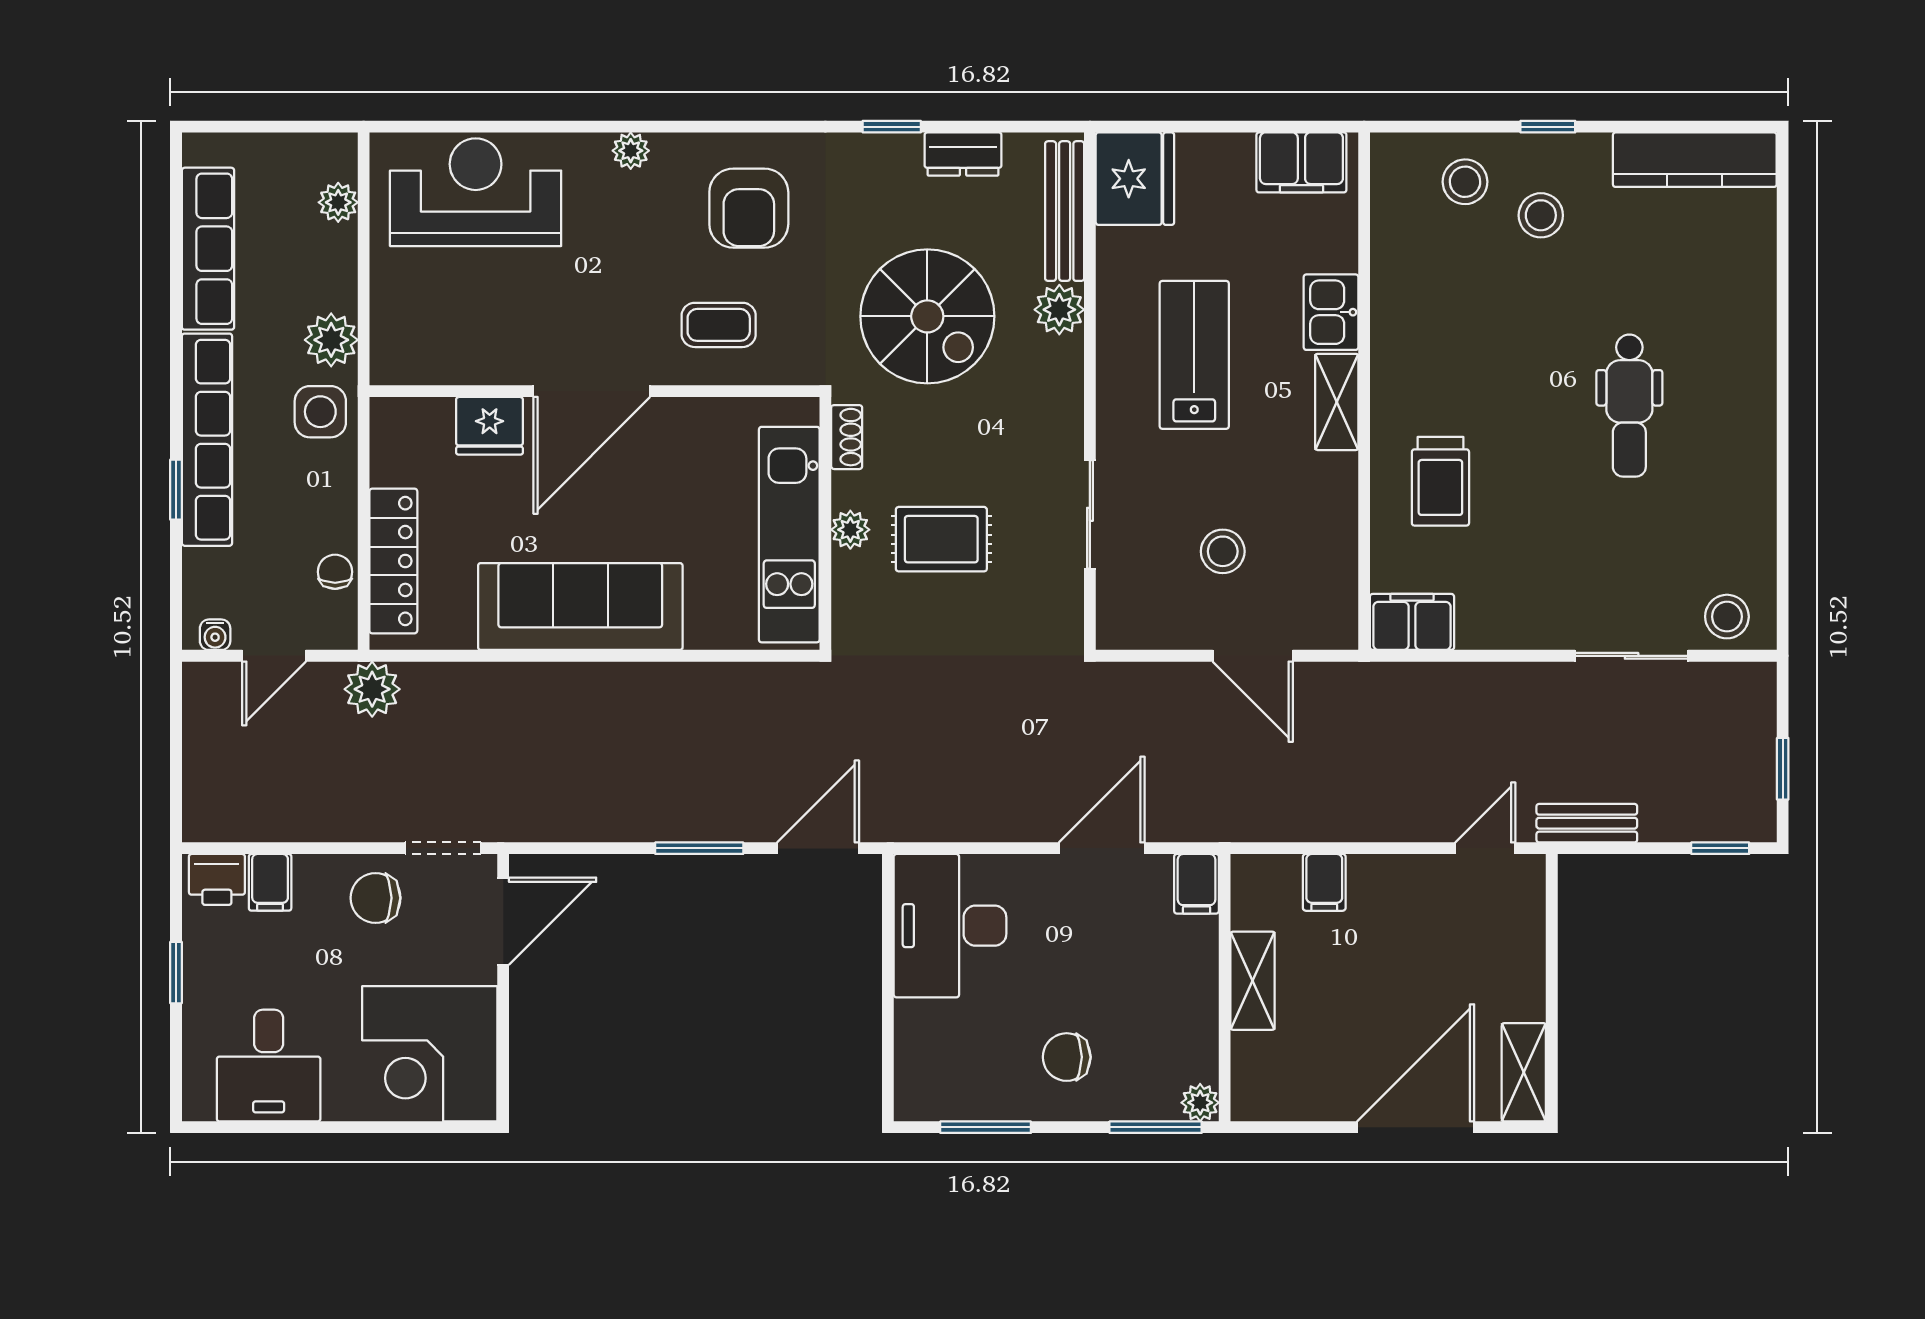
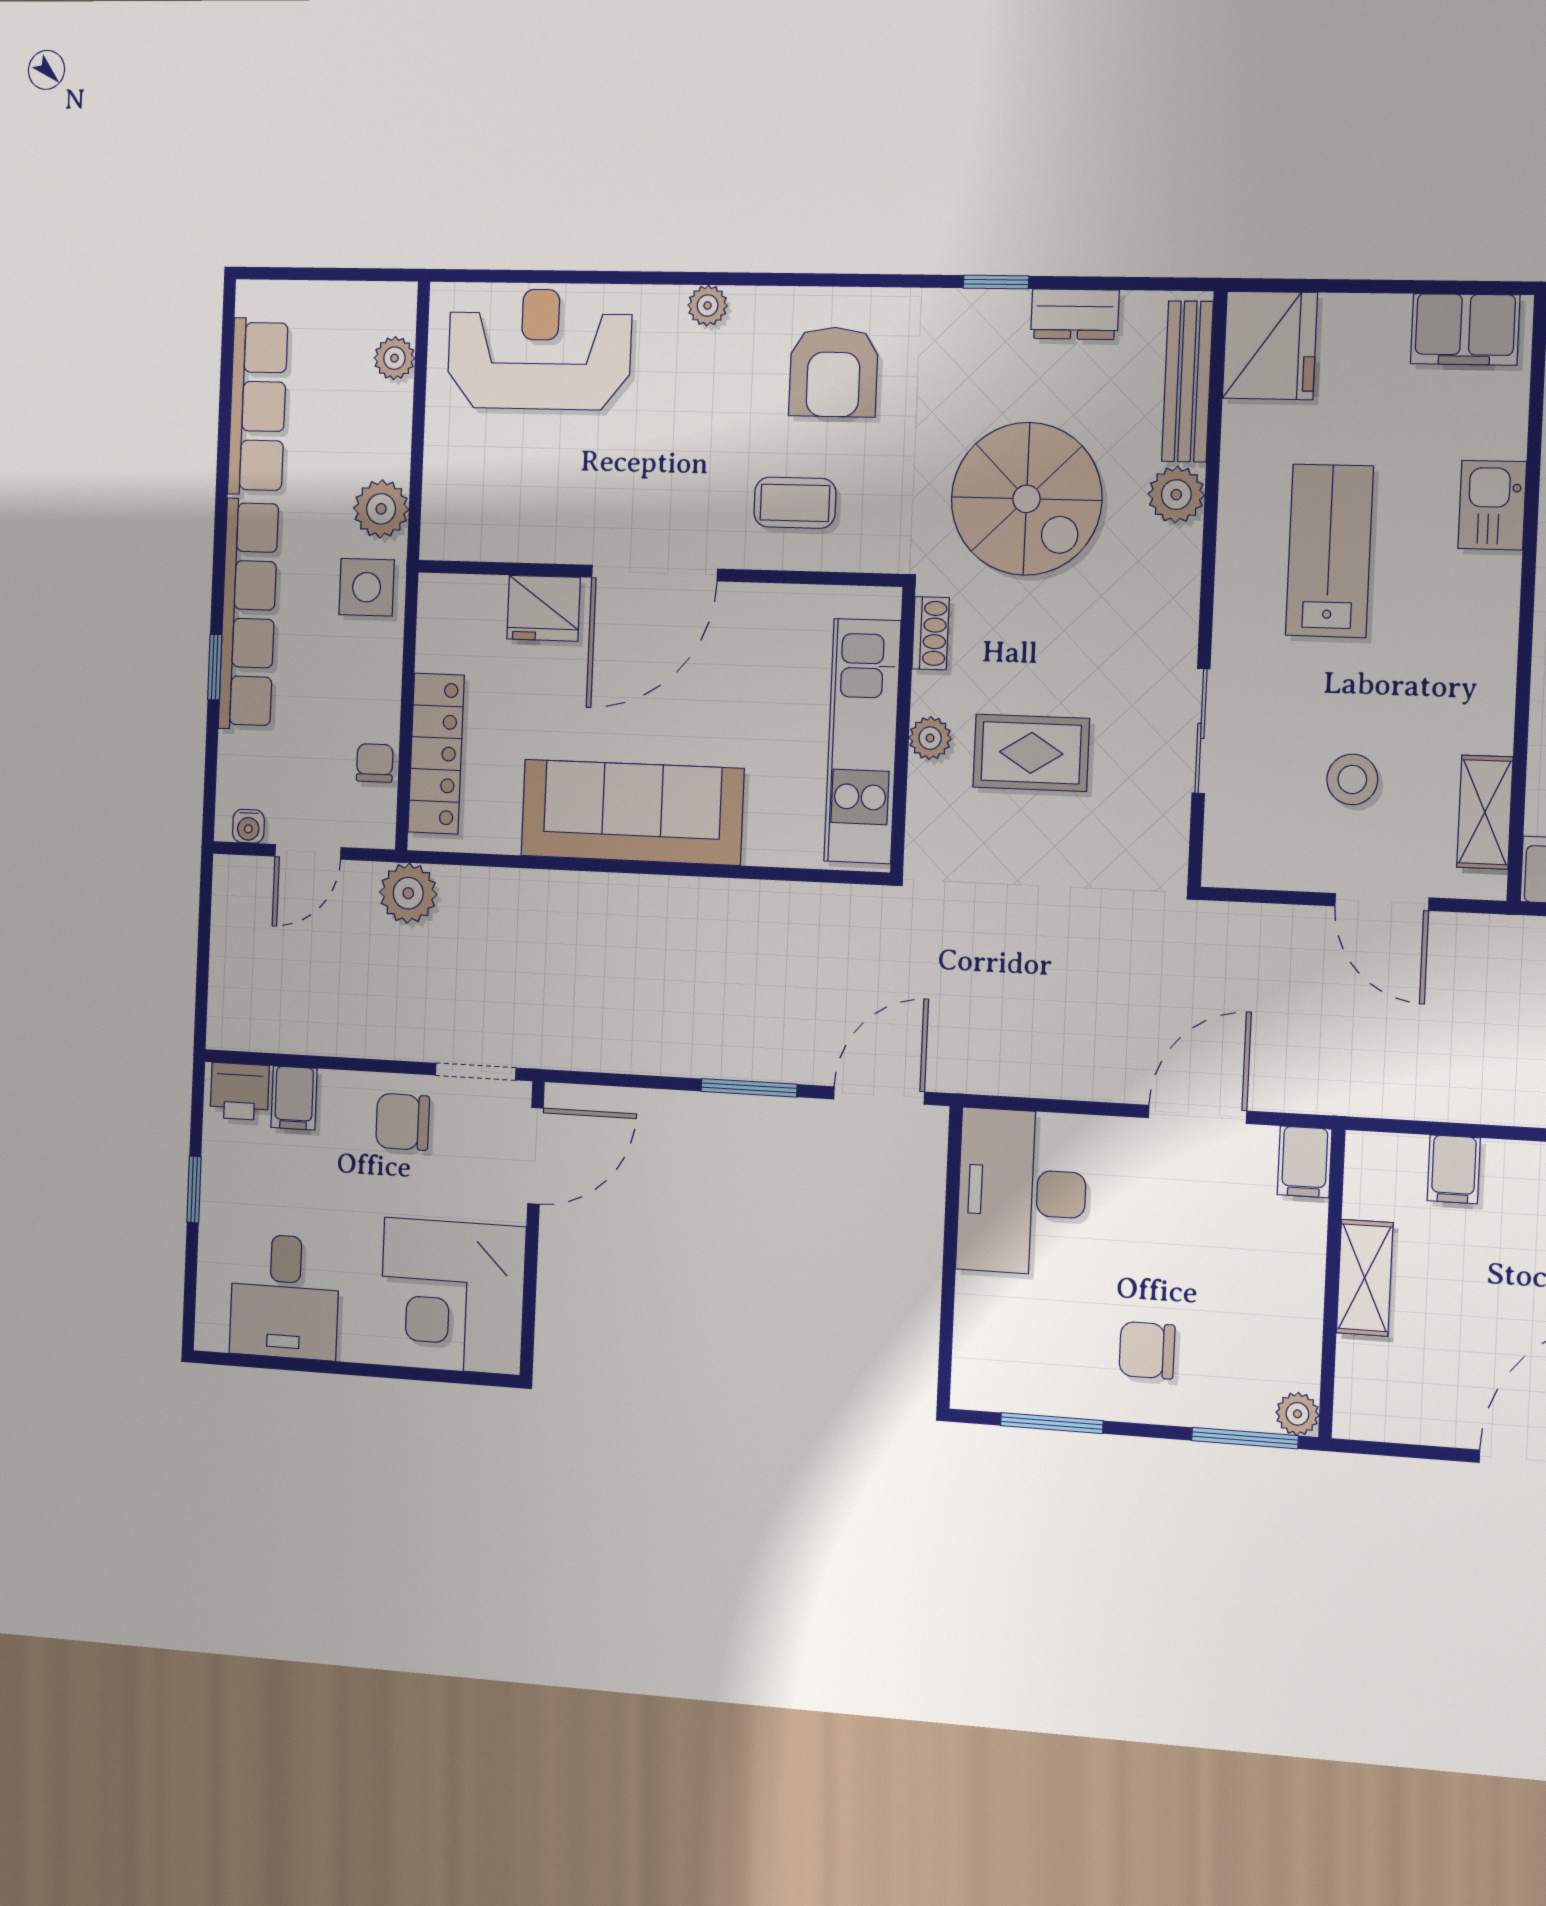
shelving: (1337, 402) -> (1485, 812), moved

